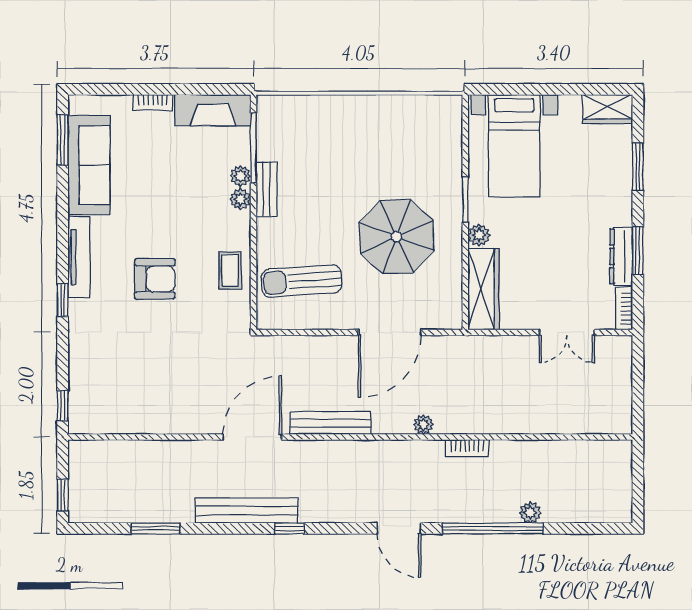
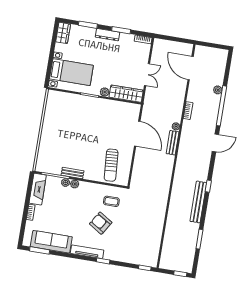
parasol: (396, 237) -> (100, 125), removed
dresser: (621, 256) -> (108, 35), moved
coffee table: (230, 271) -> (111, 201), moved
armchair: (155, 279) -> (101, 223), turned -58
double door: (567, 332) -> (147, 75), moved
bench: (330, 423) -> (173, 143), moved, width x0.73
door: (252, 437) -> (191, 68), moved

